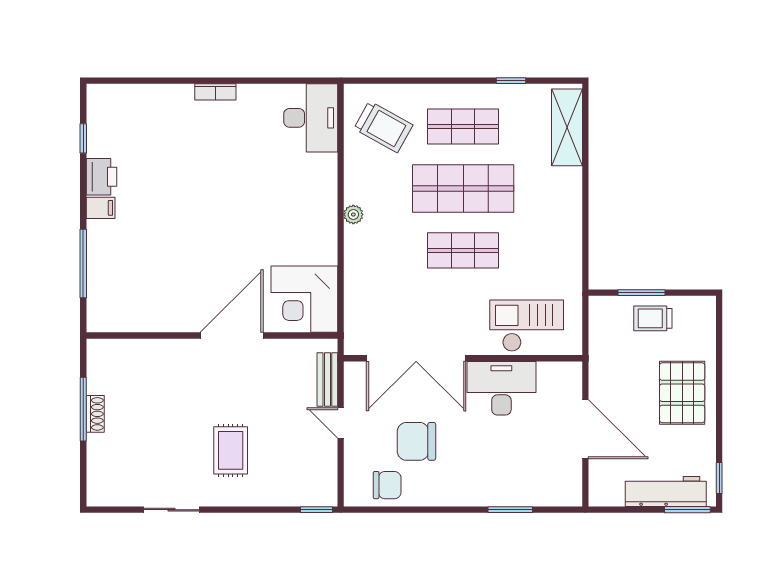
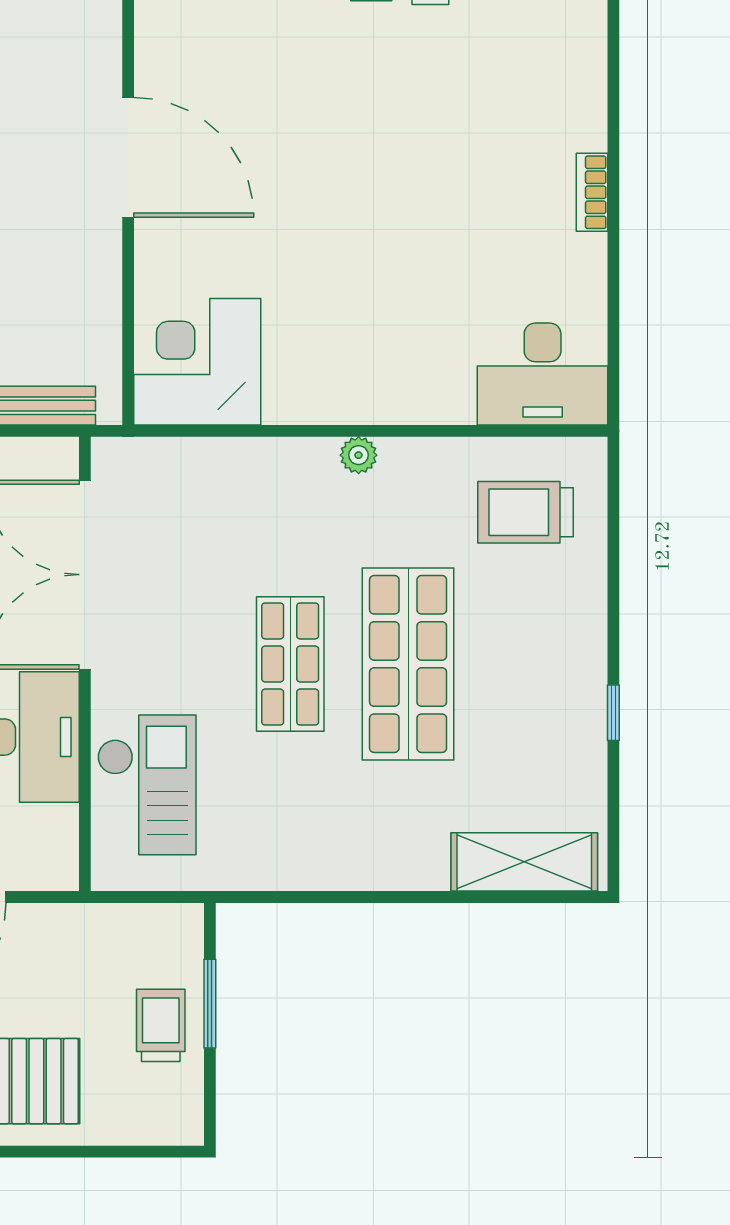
window: (511, 81) -> (613, 713), moved
trolley: (383, 127) -> (525, 512), turned 61
shop shelf: (463, 127) -> (526, 664), removed
door: (232, 336) -> (128, 157), moved

